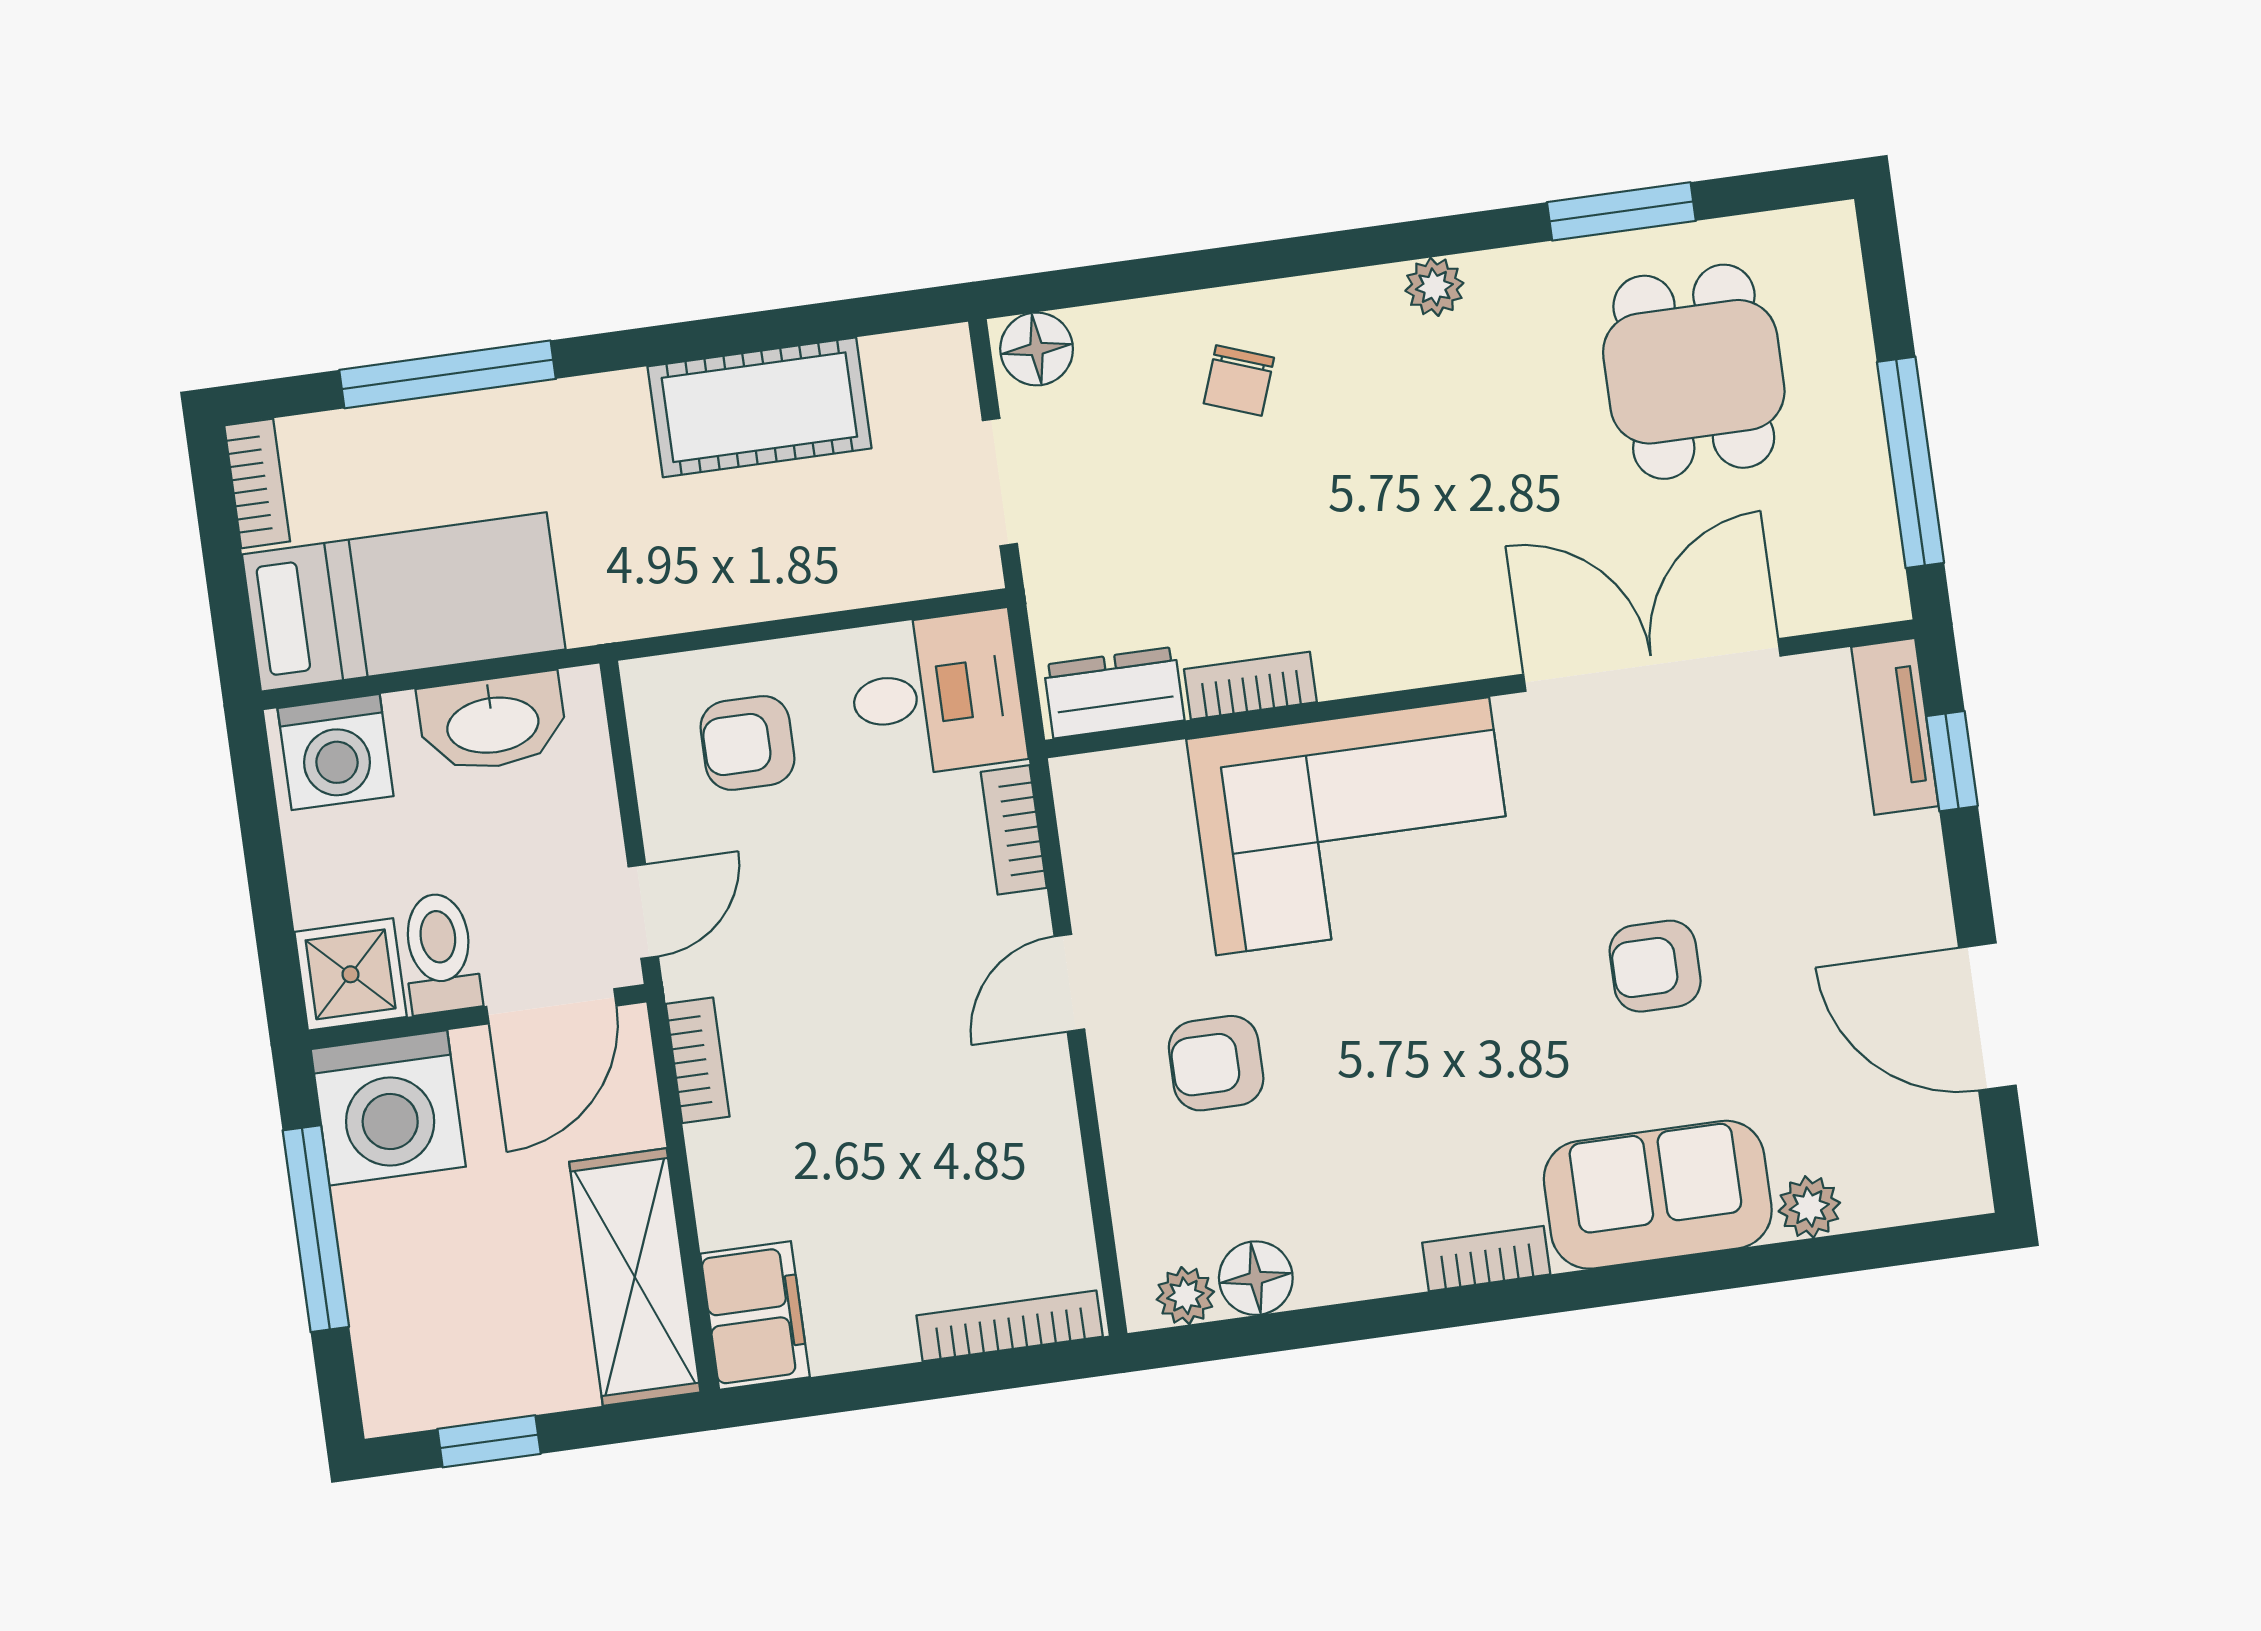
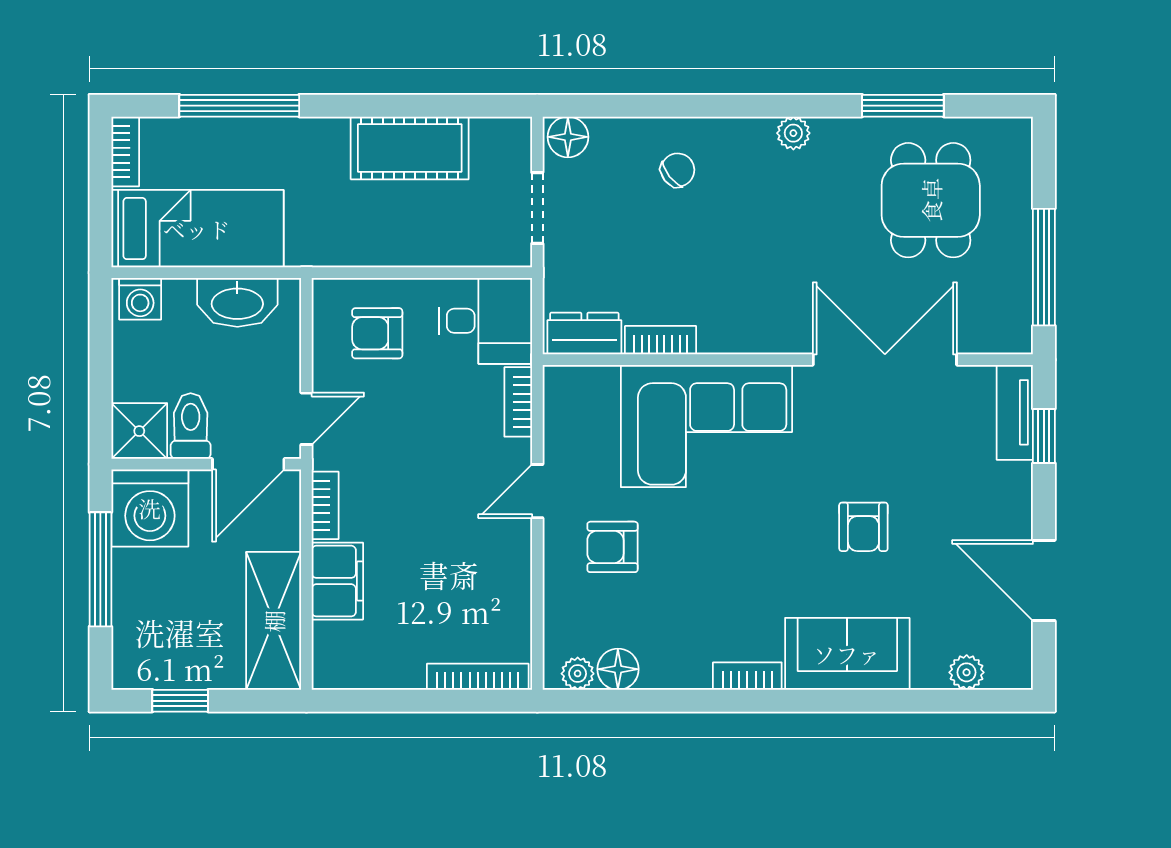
chair: (1239, 380) -> (678, 170), turned -148
washing machine: (336, 752) -> (140, 299), width x0.73, depth x0.73
armchair: (1655, 966) -> (863, 527), turned -90
plant: (1809, 1207) -> (967, 672), moved
filing cabinet: (755, 1315) -> (337, 581), moved

